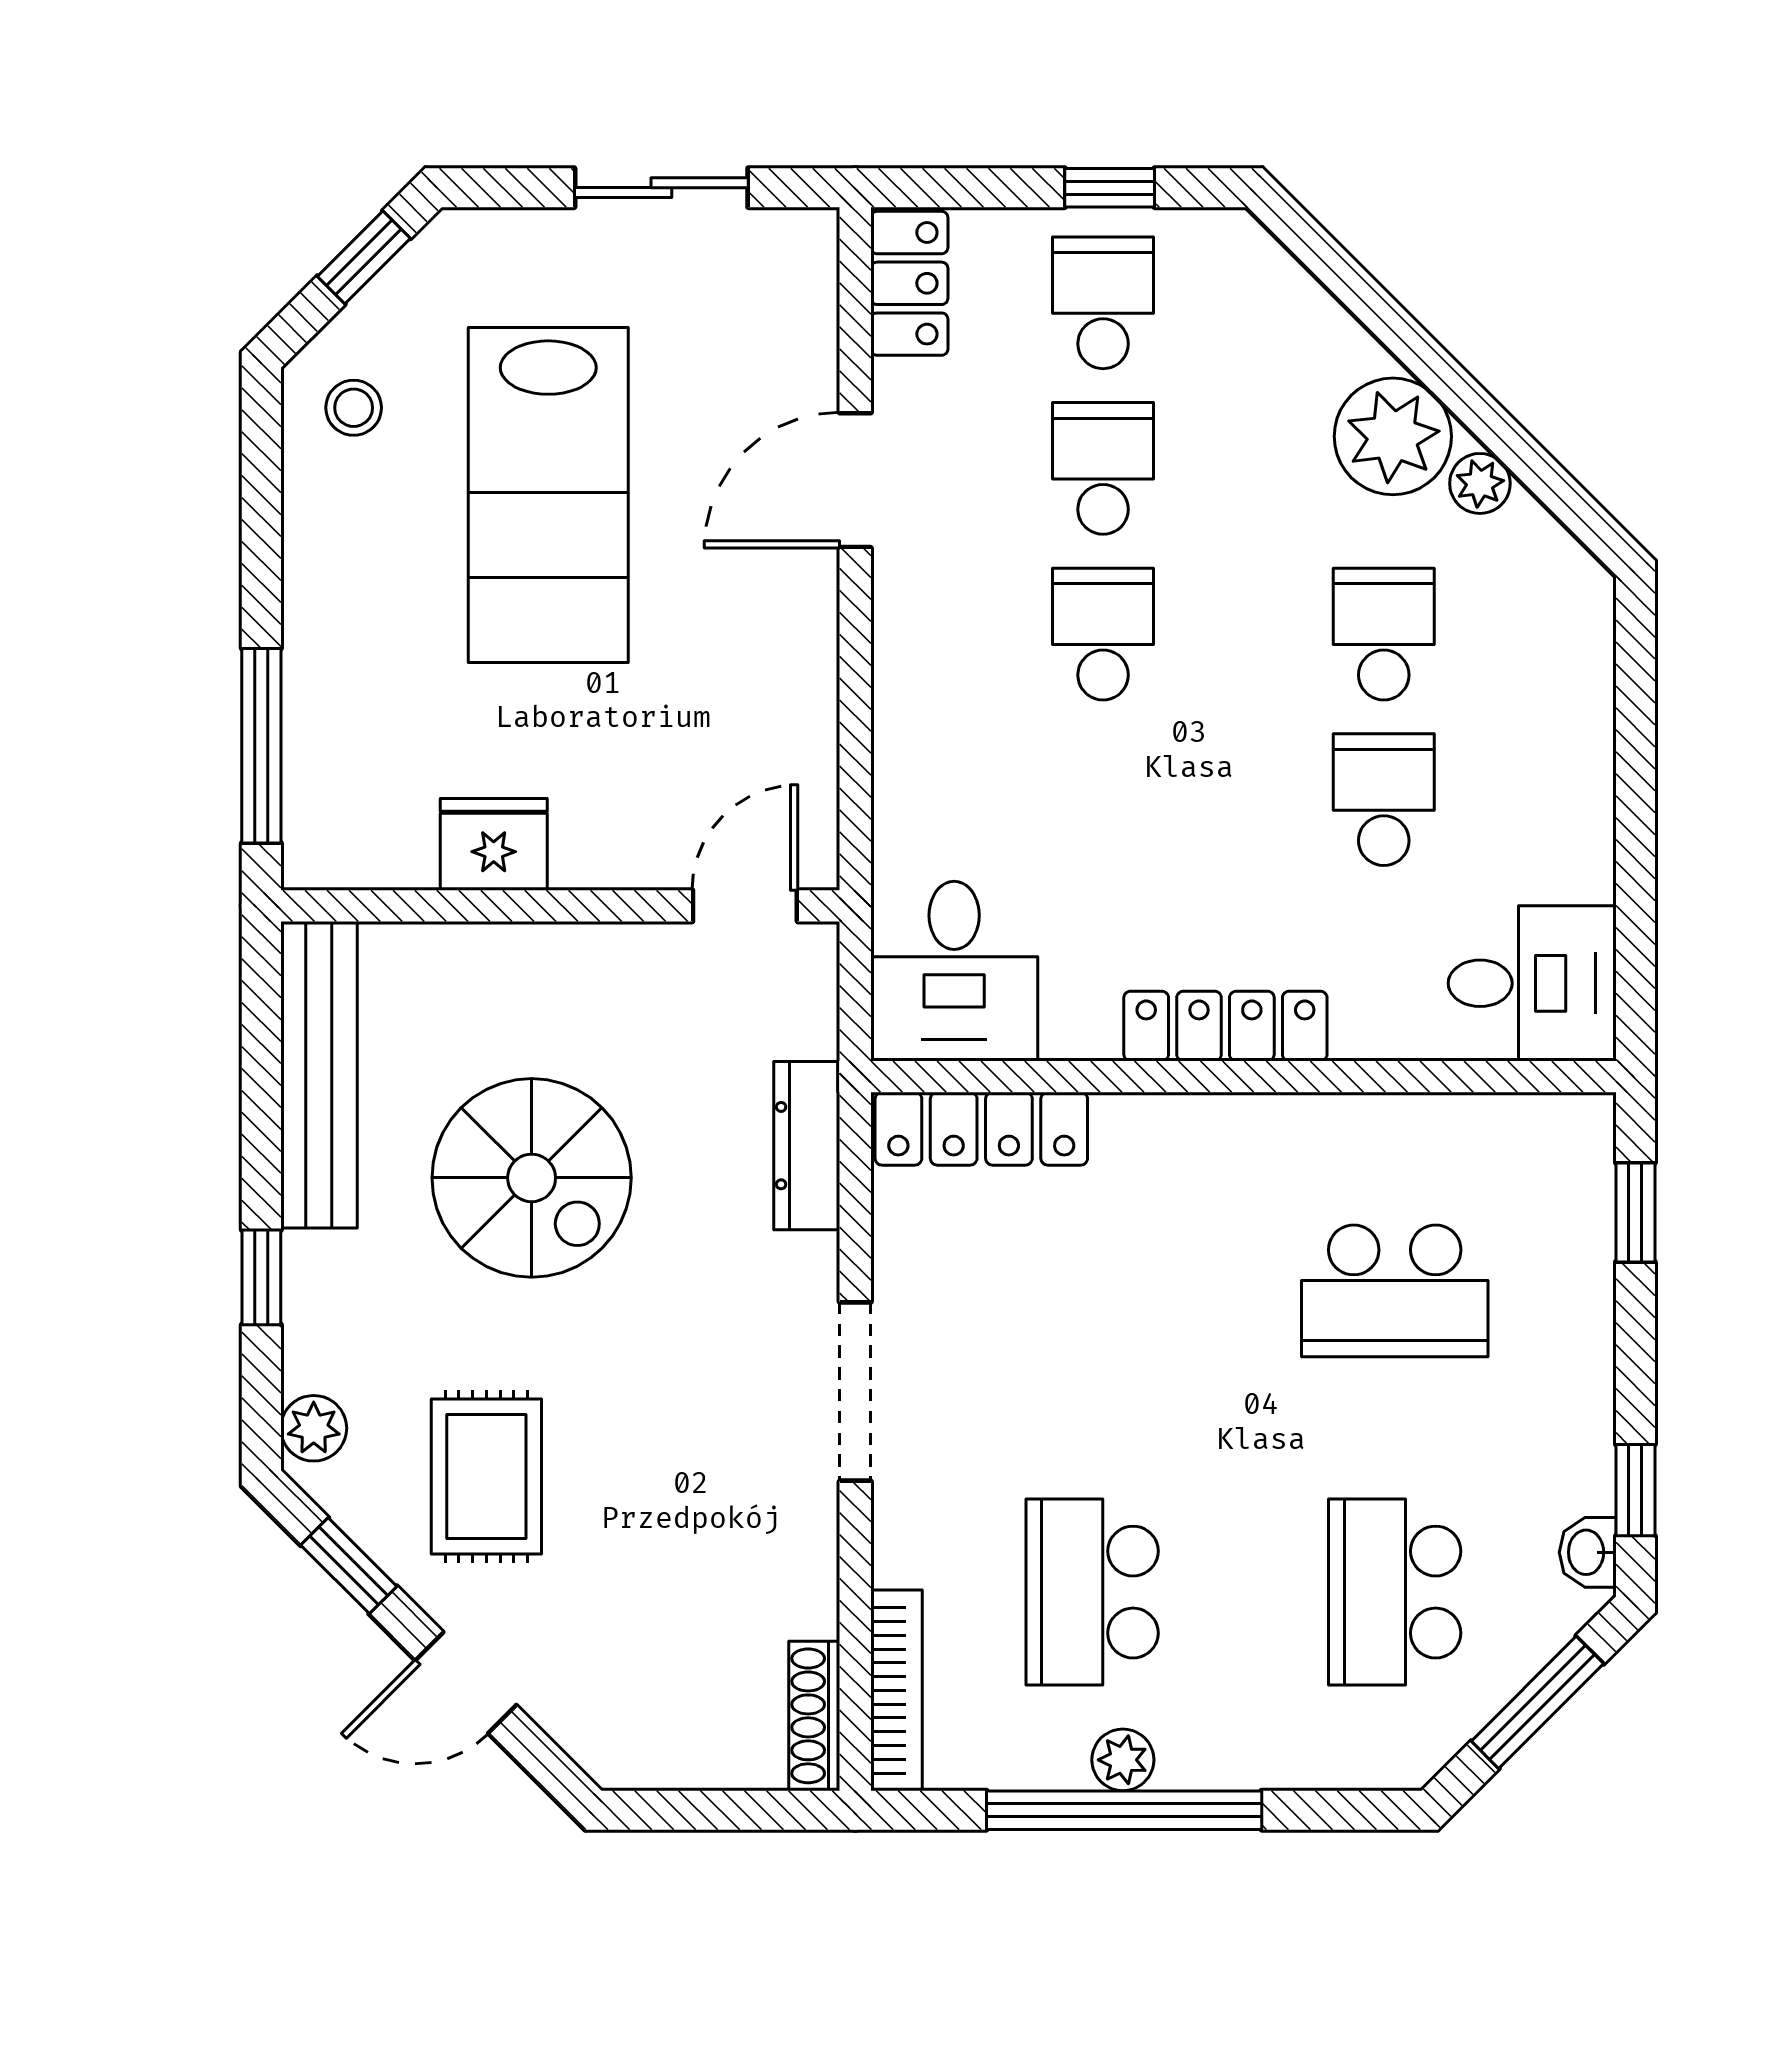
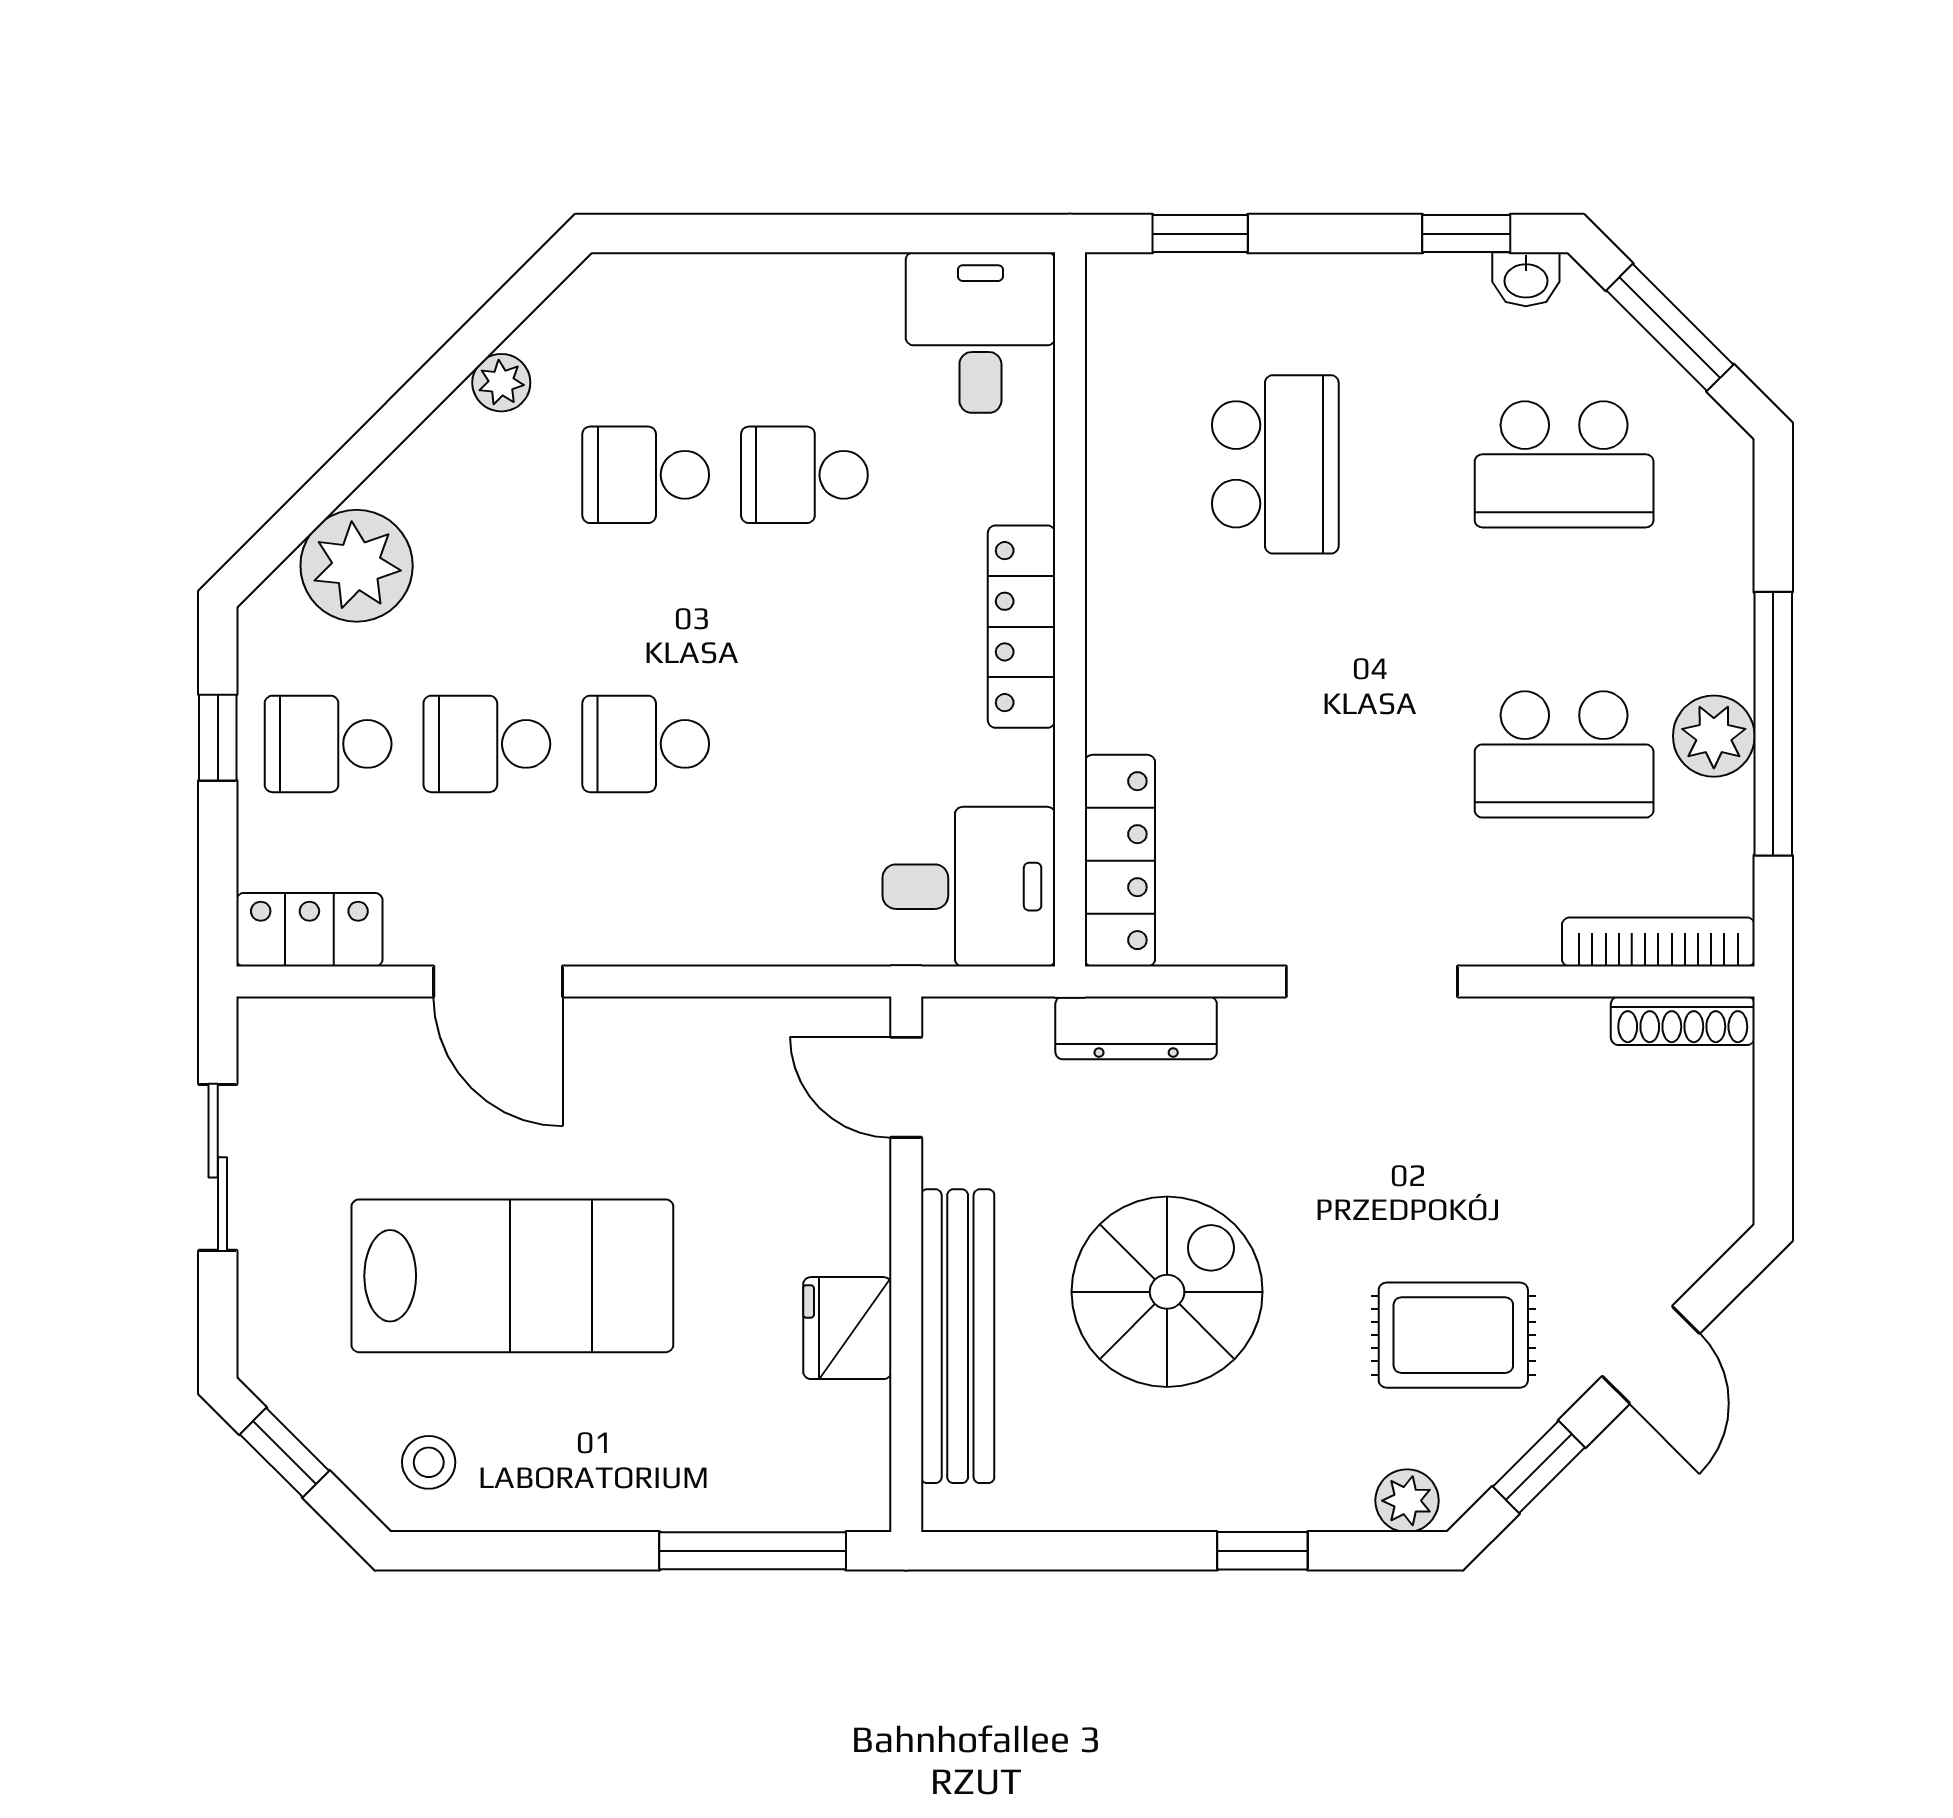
plant: (1393, 436) -> (357, 566), moved
bench: (319, 1075) -> (958, 1336), moved, turned 90
plant: (1123, 1760) -> (1714, 736), width x1.38, depth x1.38

